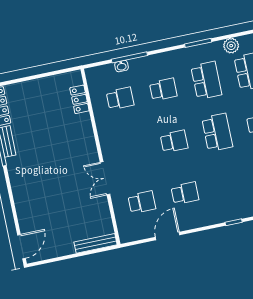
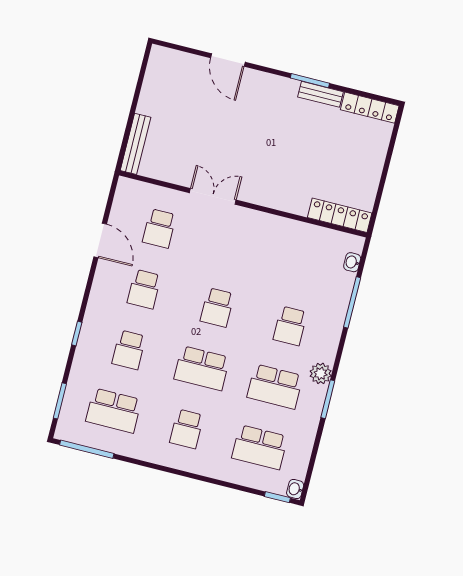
plant: (231, 46) -> (321, 373), moved
washbasin: (122, 66) -> (352, 262), moved
school desk: (120, 98) -> (129, 350), moved
locker: (79, 99) -> (340, 215), width x1.53
door: (22, 247) -> (228, 60), moved

